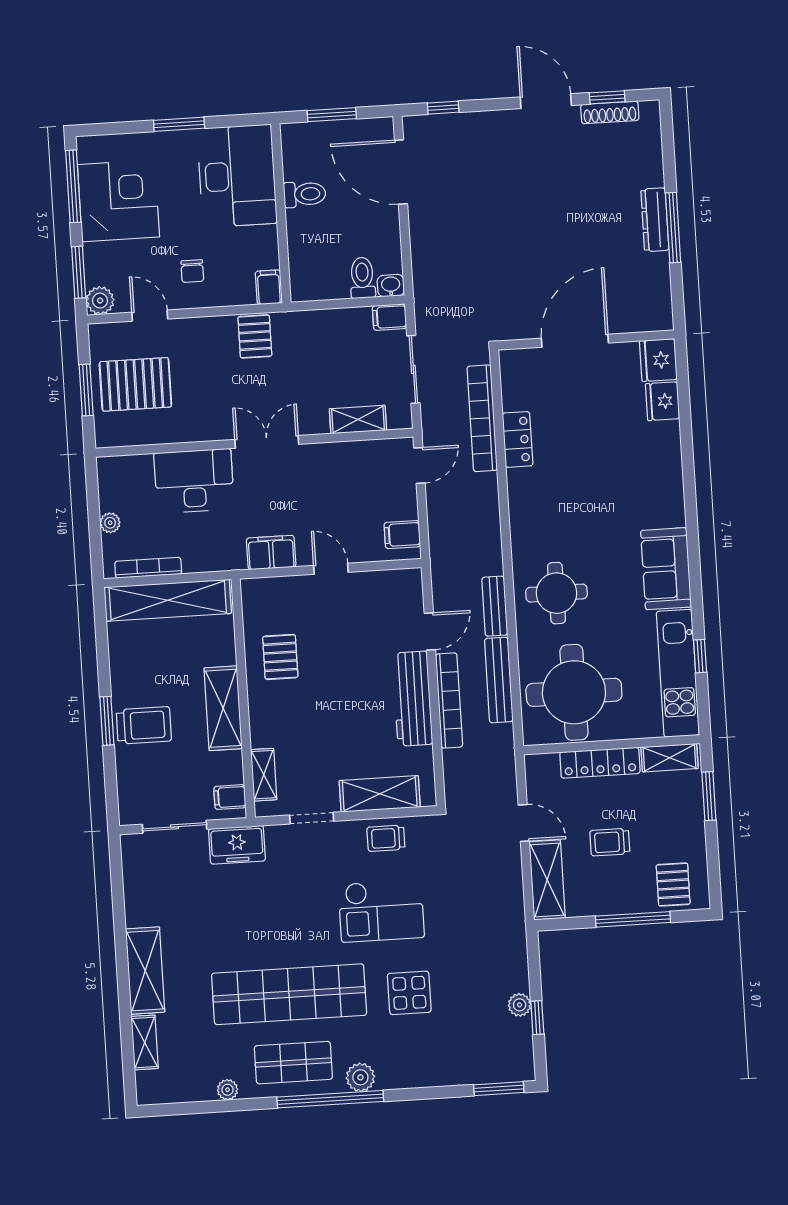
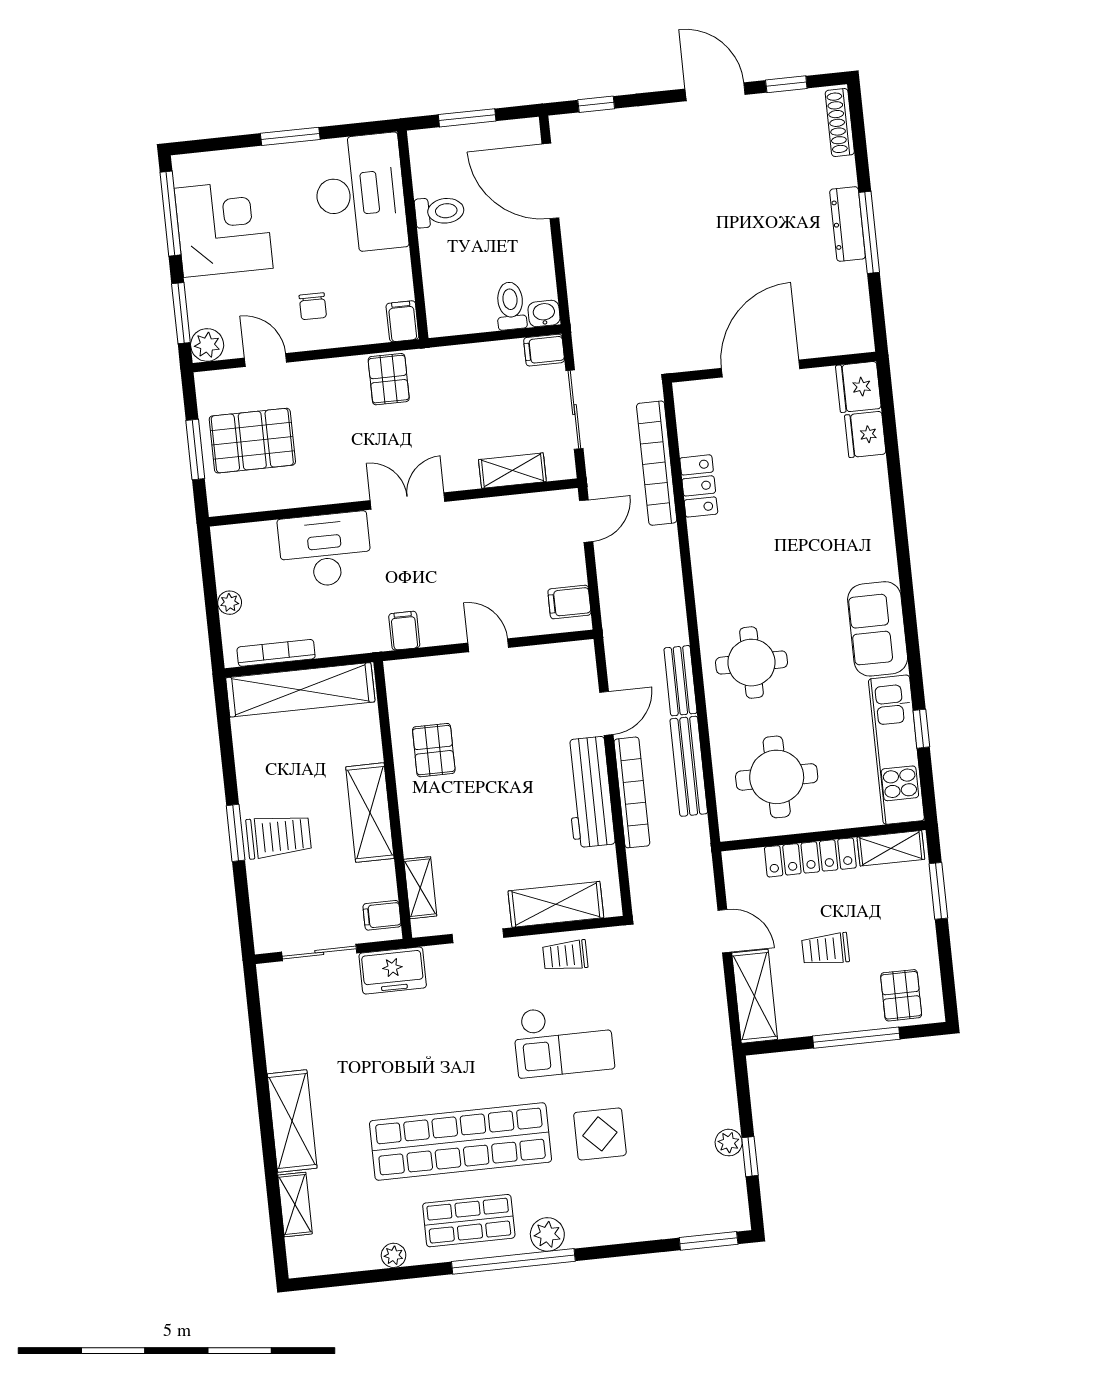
shoe rack: (610, 112) -> (840, 123), moved, turned 90
filing cabinet: (271, 552) -> (404, 631), width x0.50
round table: (574, 692) -> (777, 777), width x0.73, depth x0.73

